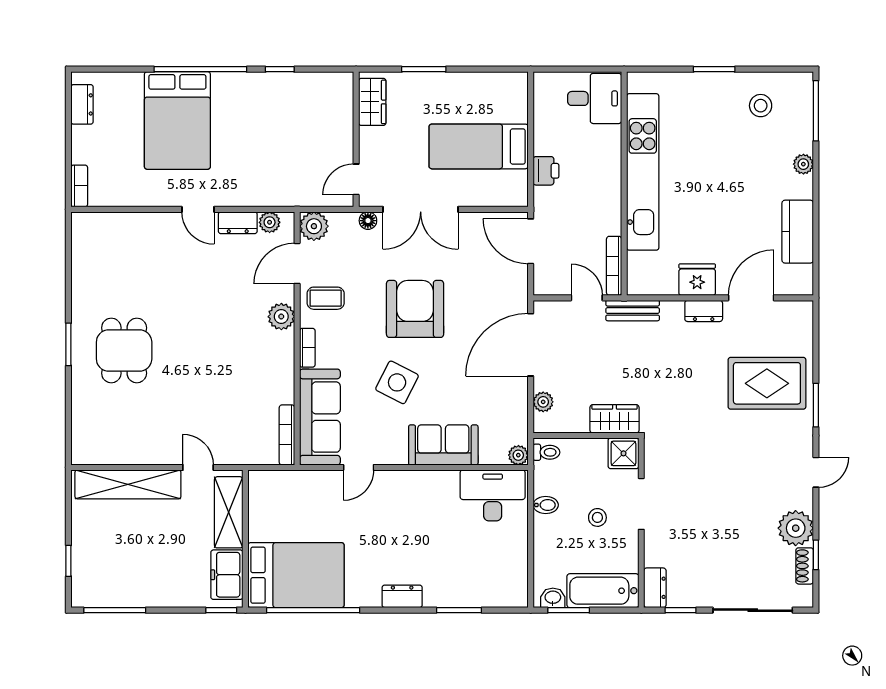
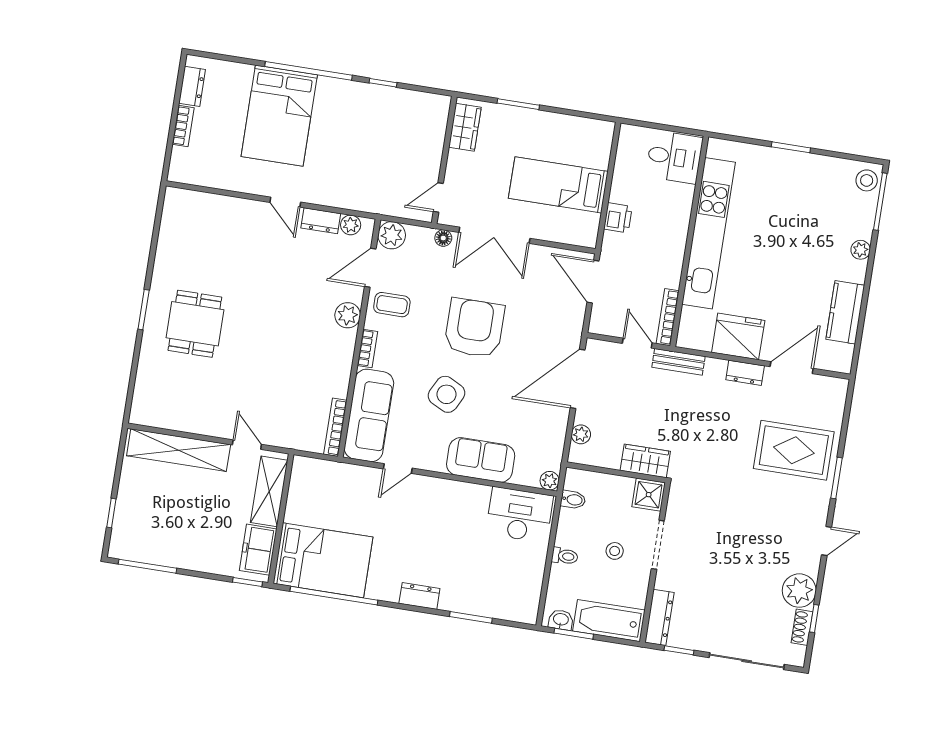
stool: (761, 106) -> (867, 180), moved
bookcase: (79, 186) -> (183, 126), moved
fridge: (697, 280) -> (738, 336), width x1.36, depth x1.34
toilet: (546, 452) -> (565, 556), moved
bidet: (546, 505) -> (573, 500), moved
dresser: (655, 588) -> (659, 617), width x1.44

